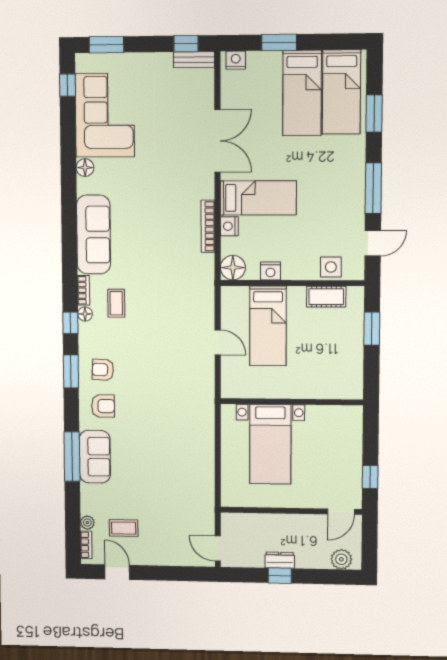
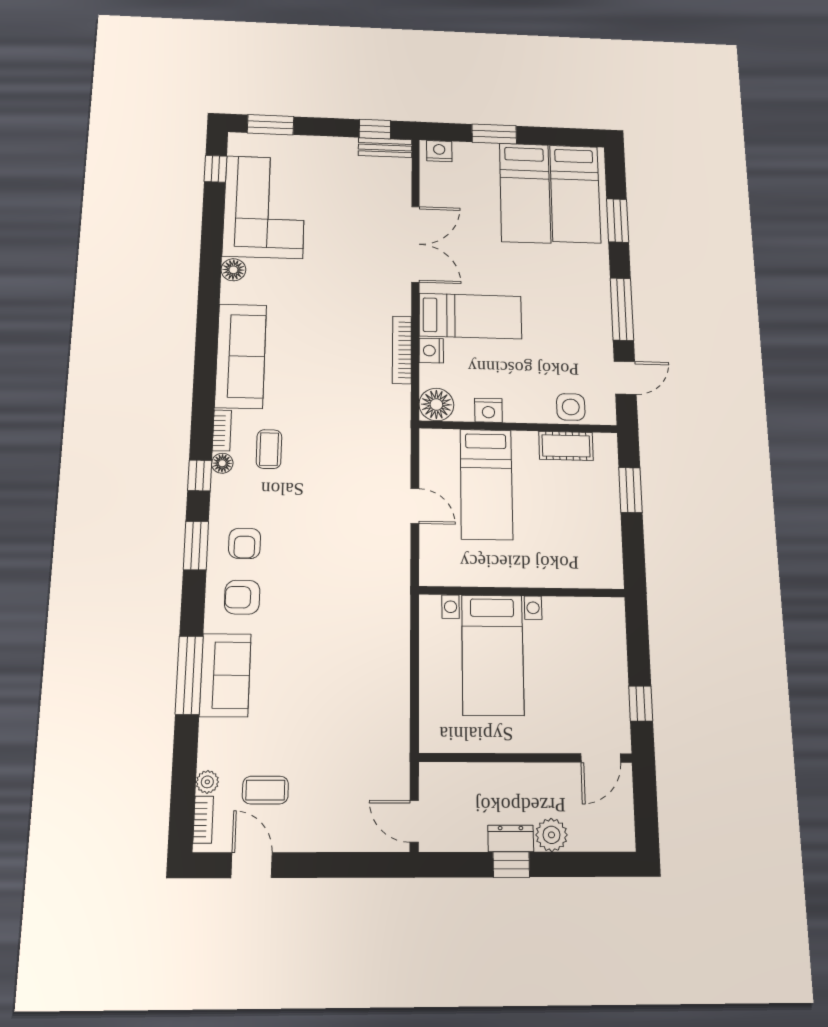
armchair: (103, 370) -> (245, 543), turned -93
armchair: (103, 406) -> (242, 597), turned 180
plant: (341, 559) -> (551, 835), moved

